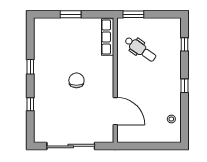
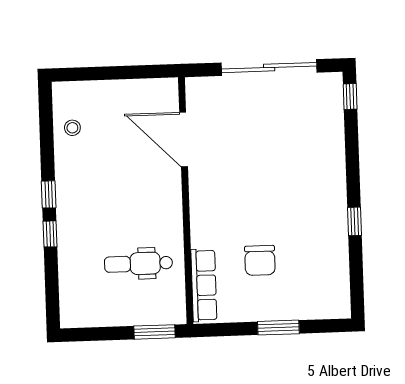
window: (185, 44) -> (50, 234), moved
dental chair: (140, 49) -> (138, 264), turned -35
chair: (76, 80) -> (260, 260), moved
window: (30, 104) -> (350, 96), moved

